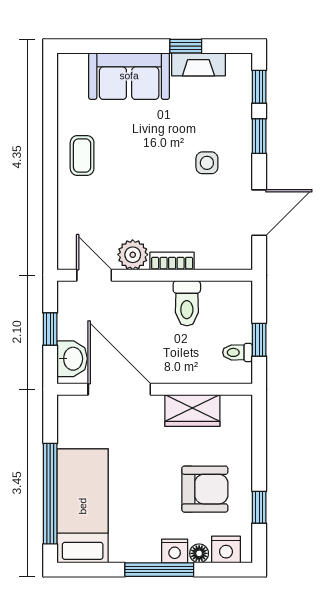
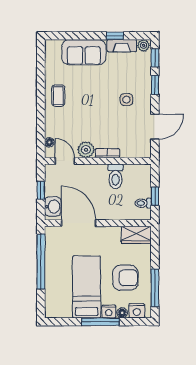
plant: (238, 64) -> (144, 45), added
floor lamp: (66, 241) -> (49, 142), added
wardrobe: (192, 411) -> (136, 235), moved
window: (50, 494) -> (41, 262), moved
bed: (83, 506) -> (87, 287), moved
window: (259, 507) -> (155, 288), width x2.17

